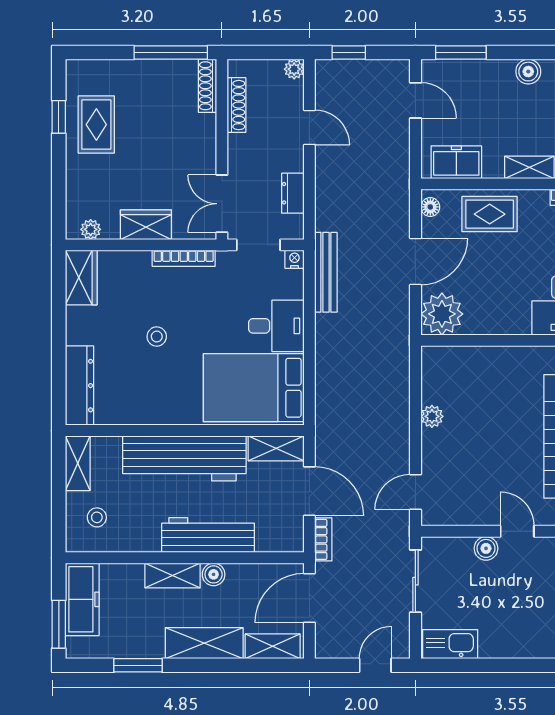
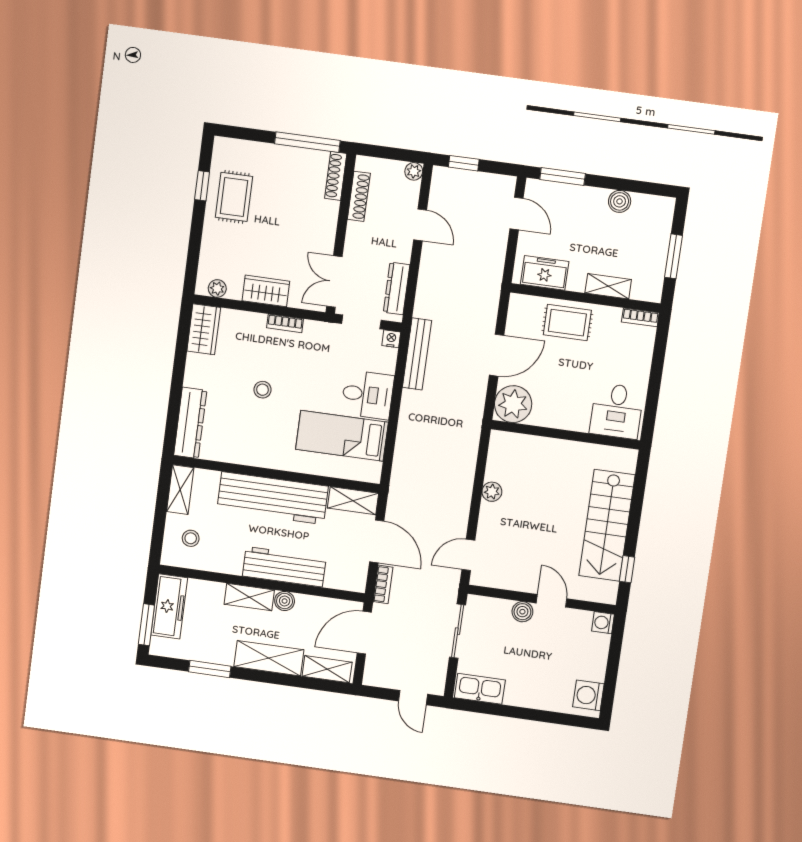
dresser: (293, 193) -> (397, 288), width x1.44
floor lamp: (430, 207) -> (516, 309), removed
bookcase: (184, 258) -> (285, 323), width x0.64
bed: (254, 388) -> (342, 436), width x0.67
door: (375, 665) -> (413, 698), swing flipped

